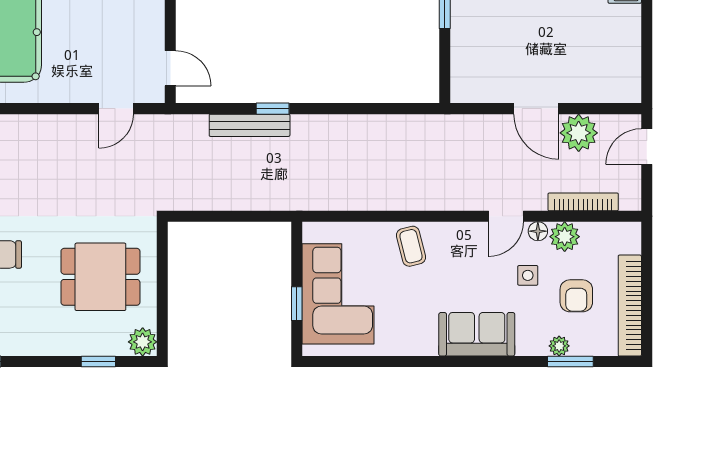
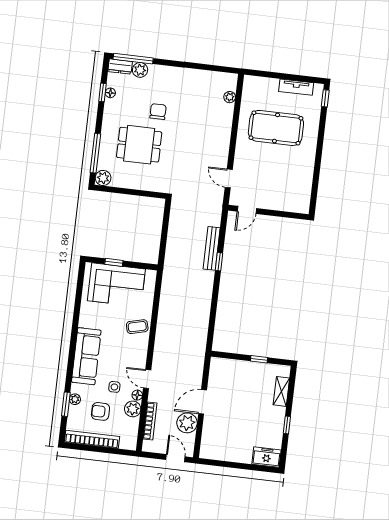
dining table: (100, 277) -> (139, 145), moved, turned 90
sofa: (477, 334) -> (86, 356), width x1.36
window: (98, 362) -> (95, 153), width x2.17

